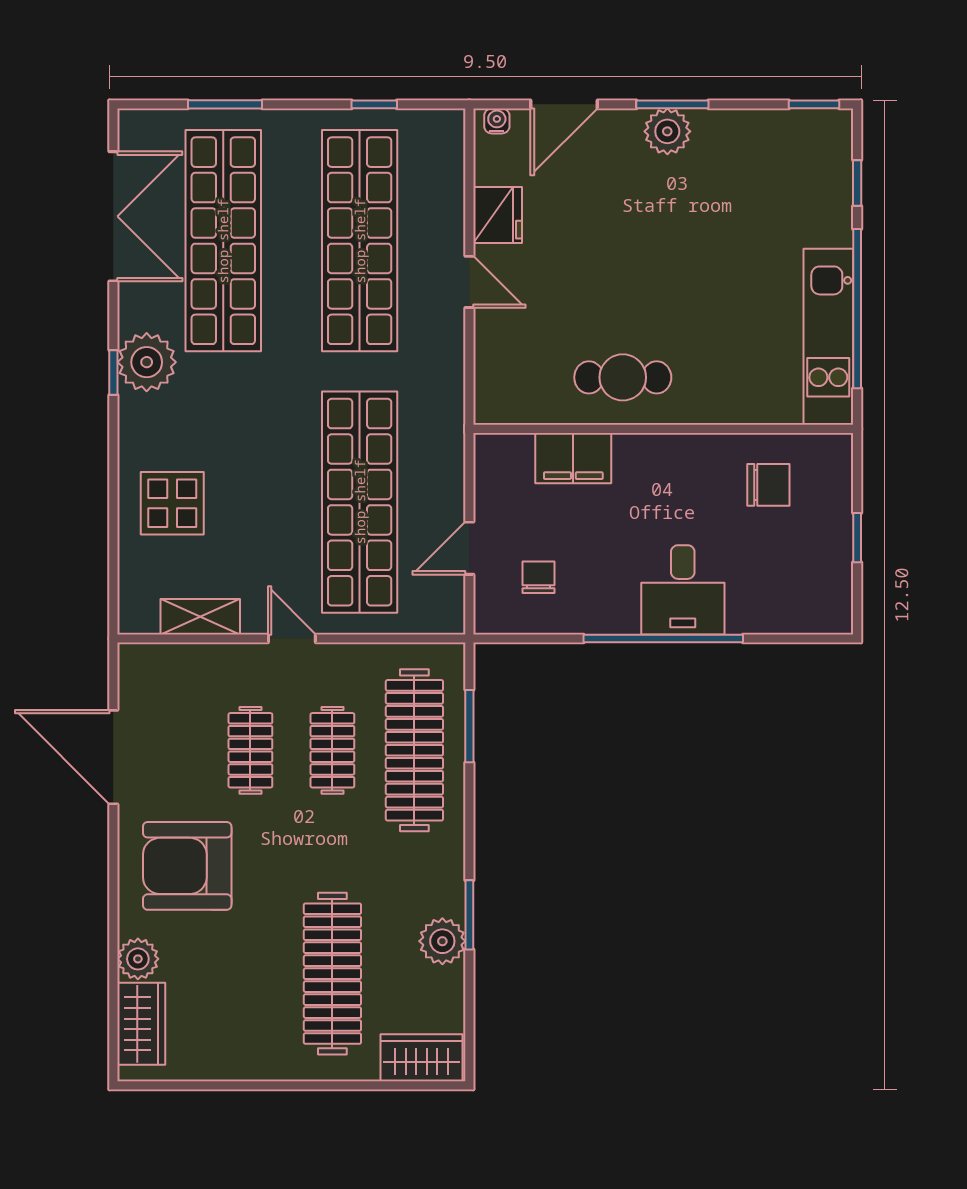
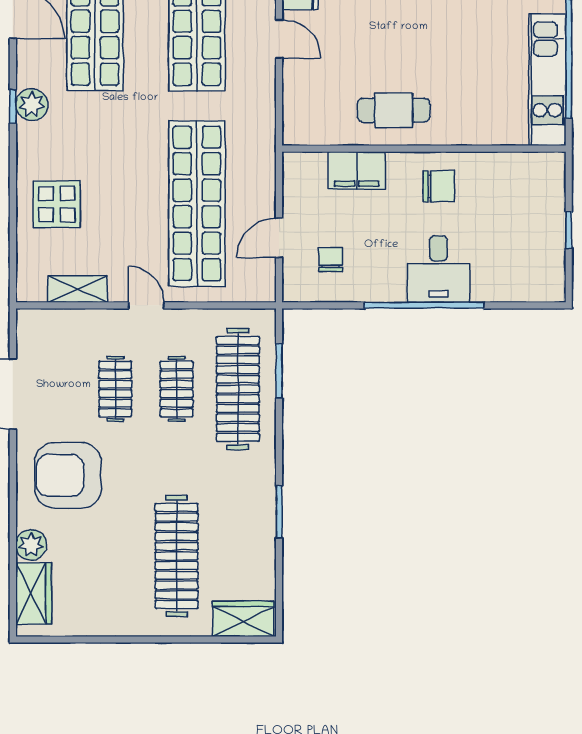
plant: (147, 362) -> (32, 105), width x0.73, depth x0.73
chair: (768, 485) -> (439, 186), moved
plant: (442, 941) -> (259, 532), removed

